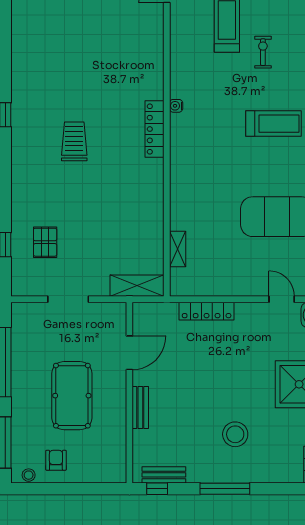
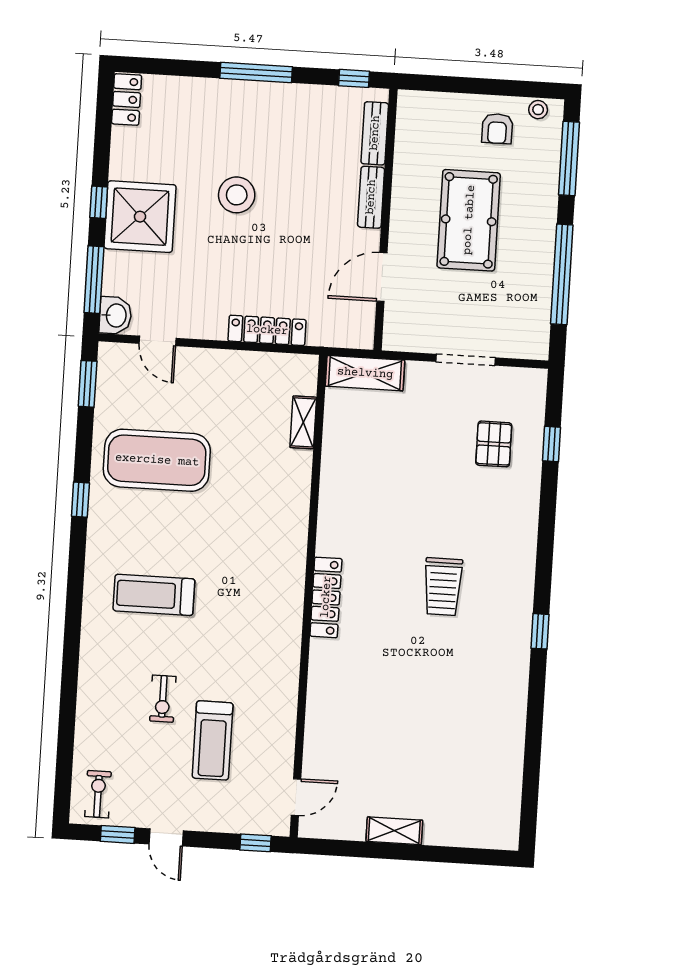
water cooler: (176, 106) -> (293, 629), removed
stool: (235, 434) -> (237, 195), moved
bench: (164, 475) -> (375, 133), moved, turned 90

